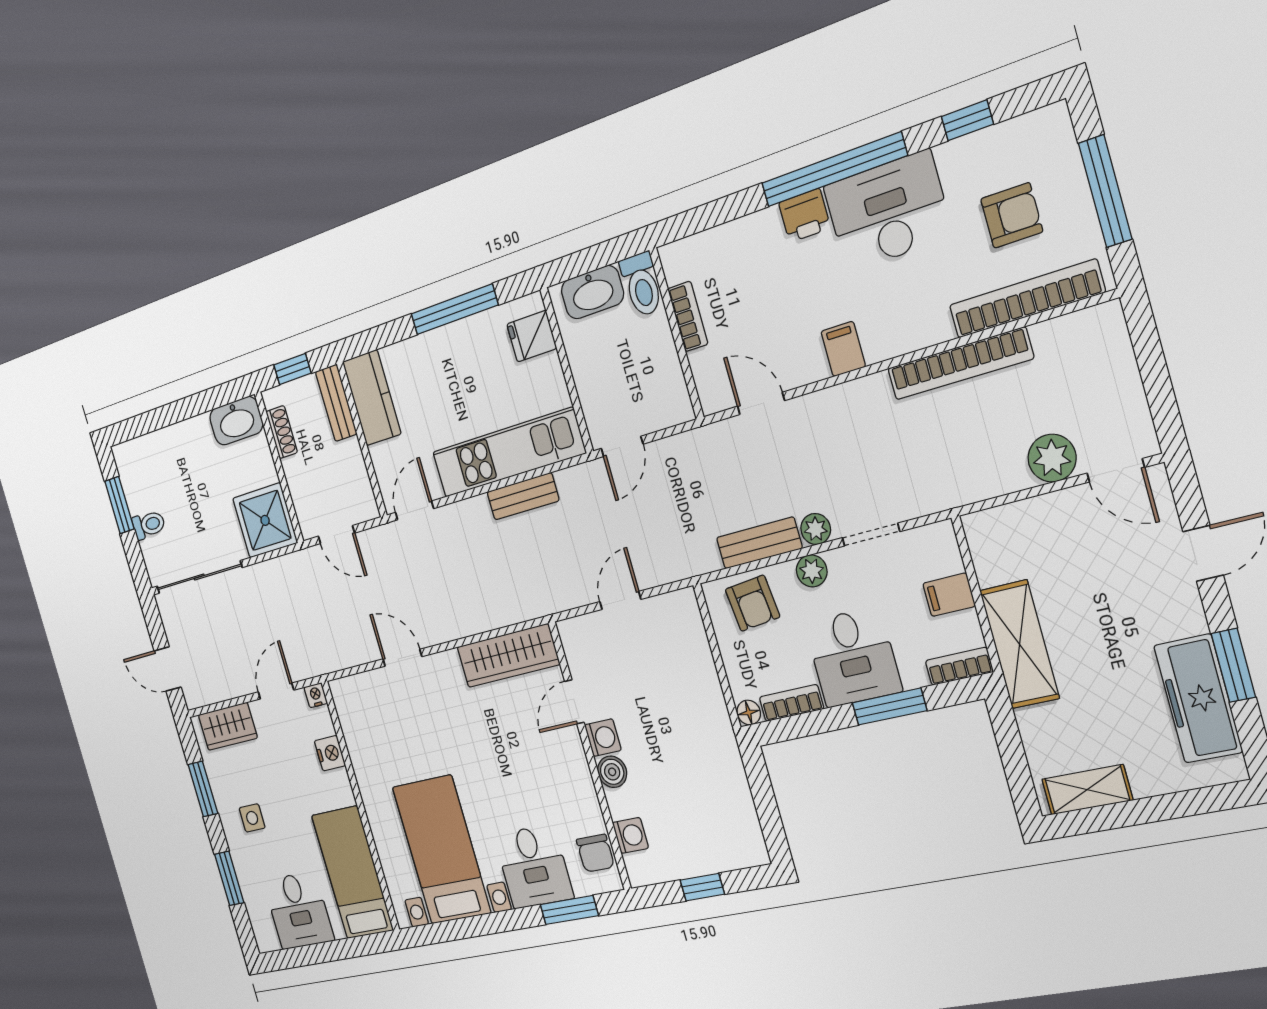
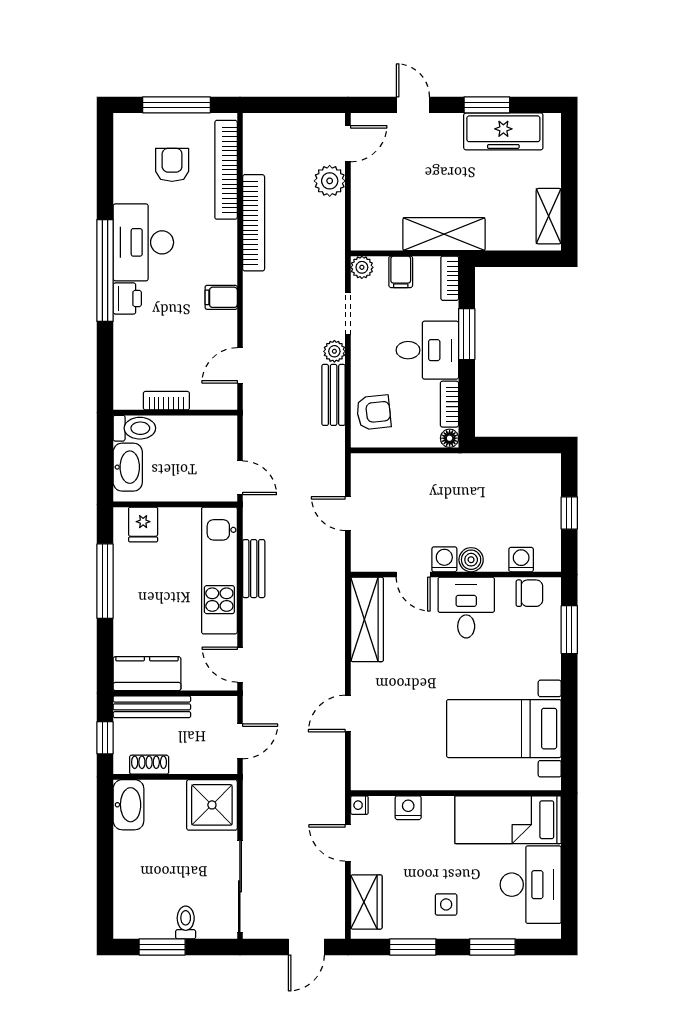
window: (967, 120) -> (105, 176), removed
bench: (336, 403) -> (152, 707), width x1.36
plant: (812, 571) -> (362, 267), moved
desk: (534, 867) -> (466, 608), moved, turned -90
desk: (299, 911) -> (531, 885), width x1.37

